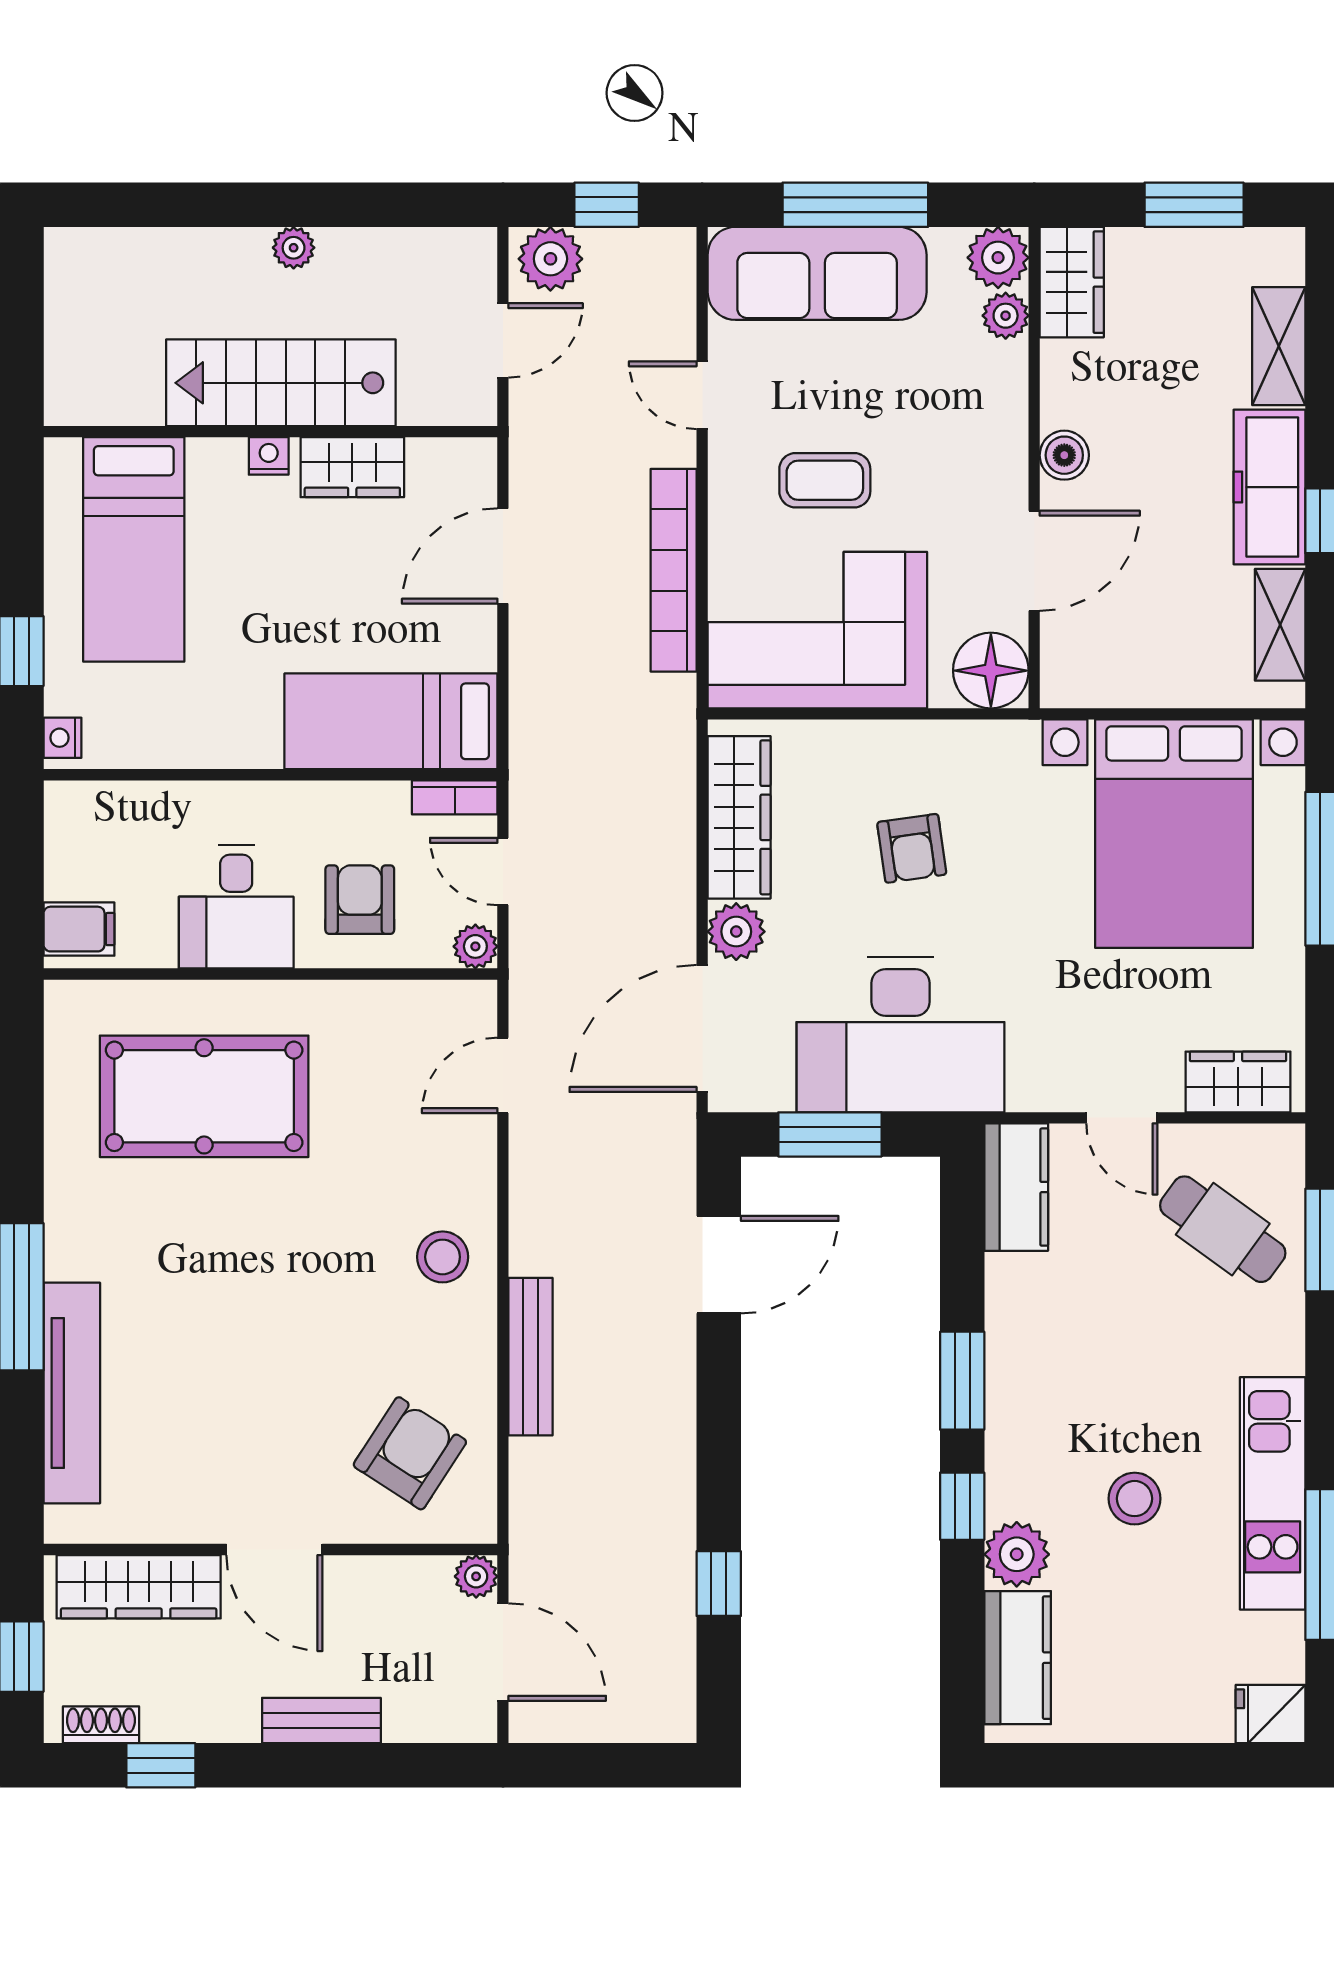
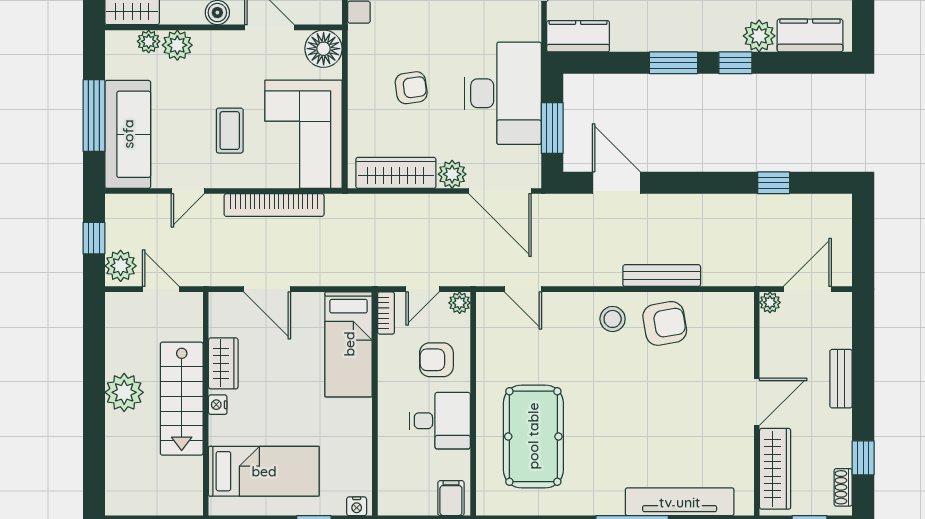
plant: (294, 248) -> (124, 392), width x1.87, depth x1.87
plant: (998, 258) -> (177, 45), moved
armchair: (410, 1453) -> (665, 323), moved, turned 137

